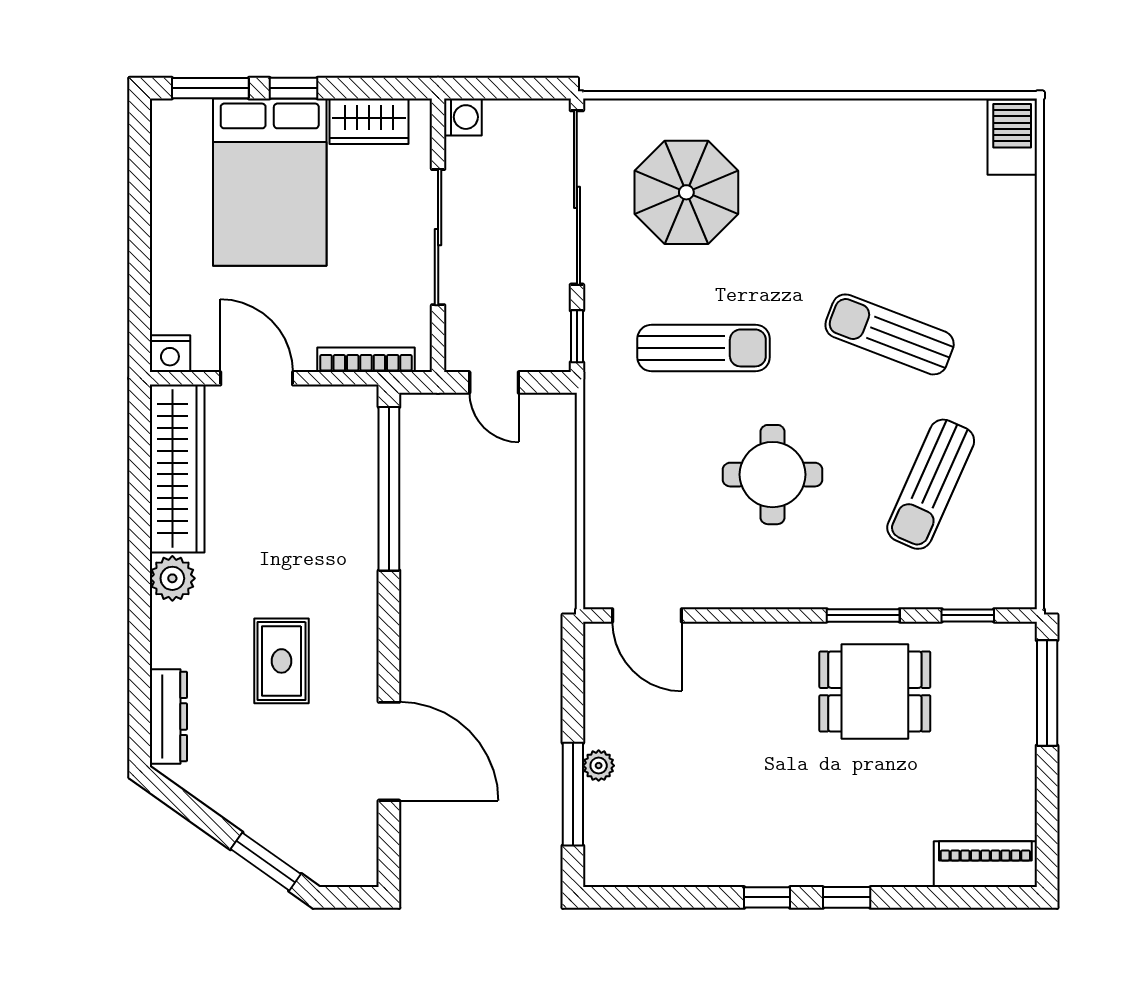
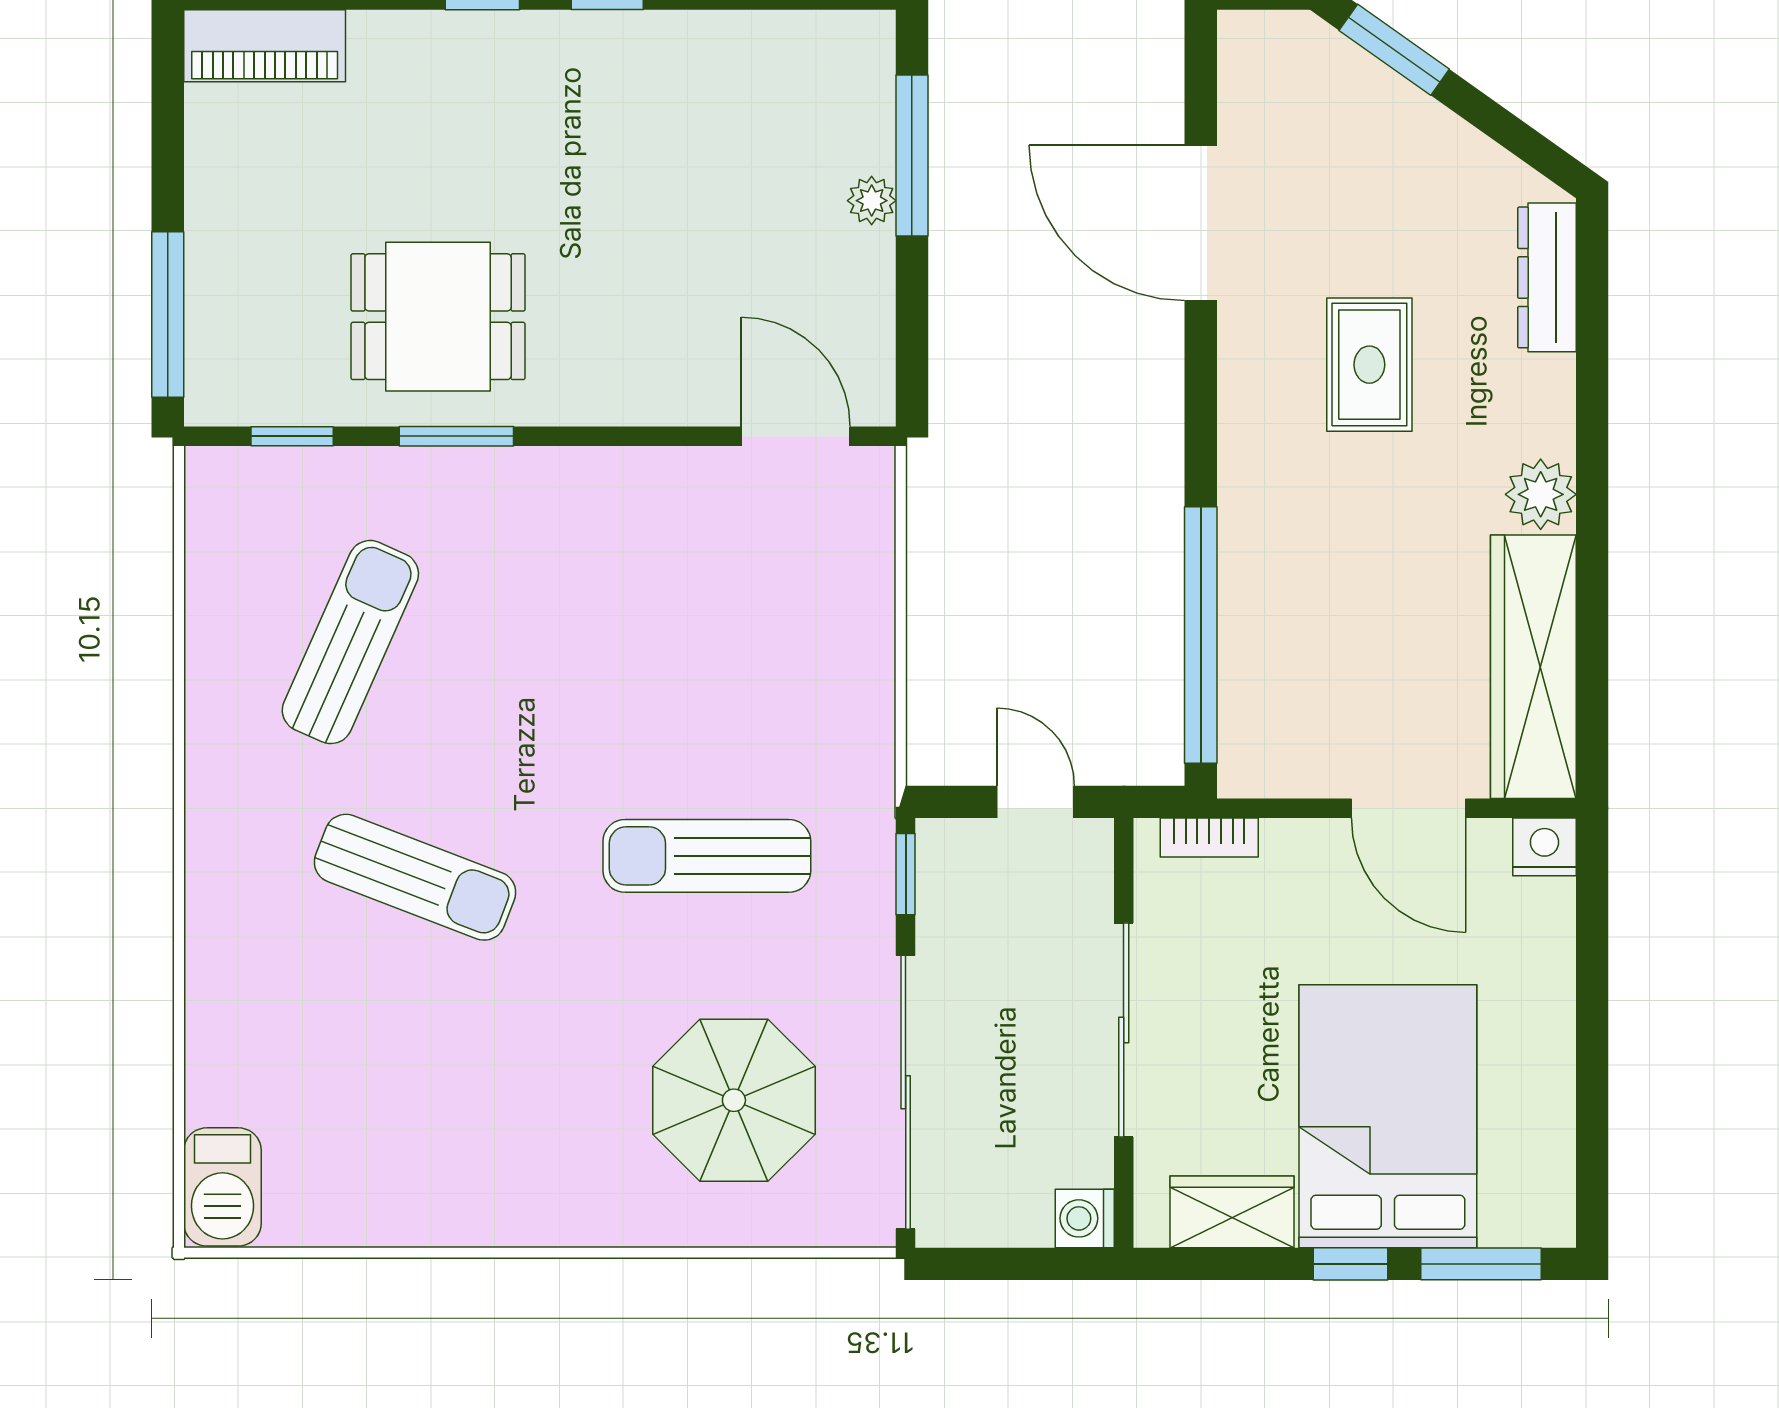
bookcase: (366, 360) -> (1209, 837), width x0.64
round table: (773, 475) -> (599, 657), removed

